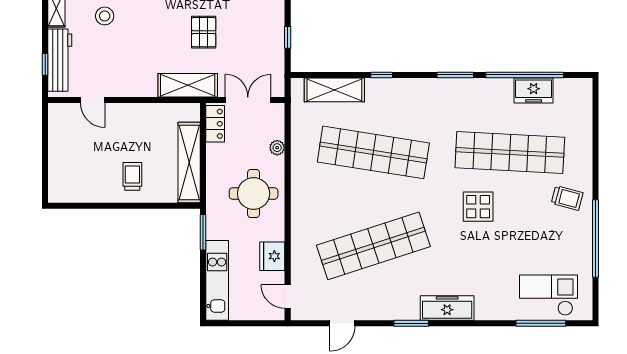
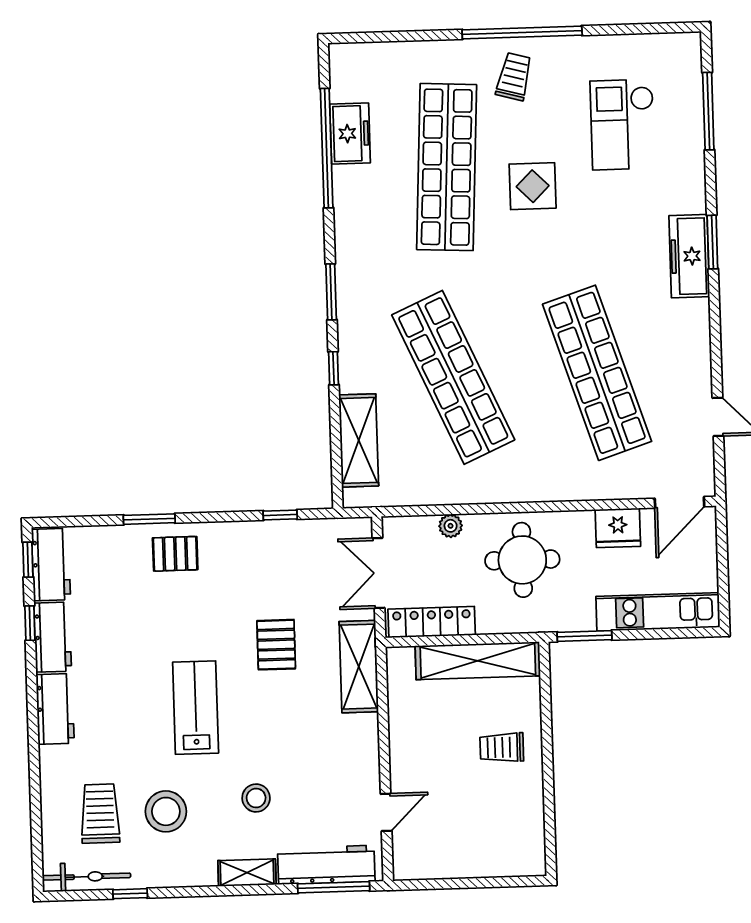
pallet: (204, 32) -> (276, 645), turned 90
window: (45, 64) -> (334, 887), width x2.17
window: (455, 75) -> (331, 292), moved
locker: (215, 124) -> (432, 622), width x1.53
shop shelf: (373, 152) -> (453, 377), turned -33
display table: (478, 207) -> (533, 186), moved
window: (596, 238) -> (522, 32), moved
checkout: (549, 295) -> (623, 125), moved
door: (288, 297) -> (679, 502), width x1.38
window: (411, 323) -> (712, 242), moved

